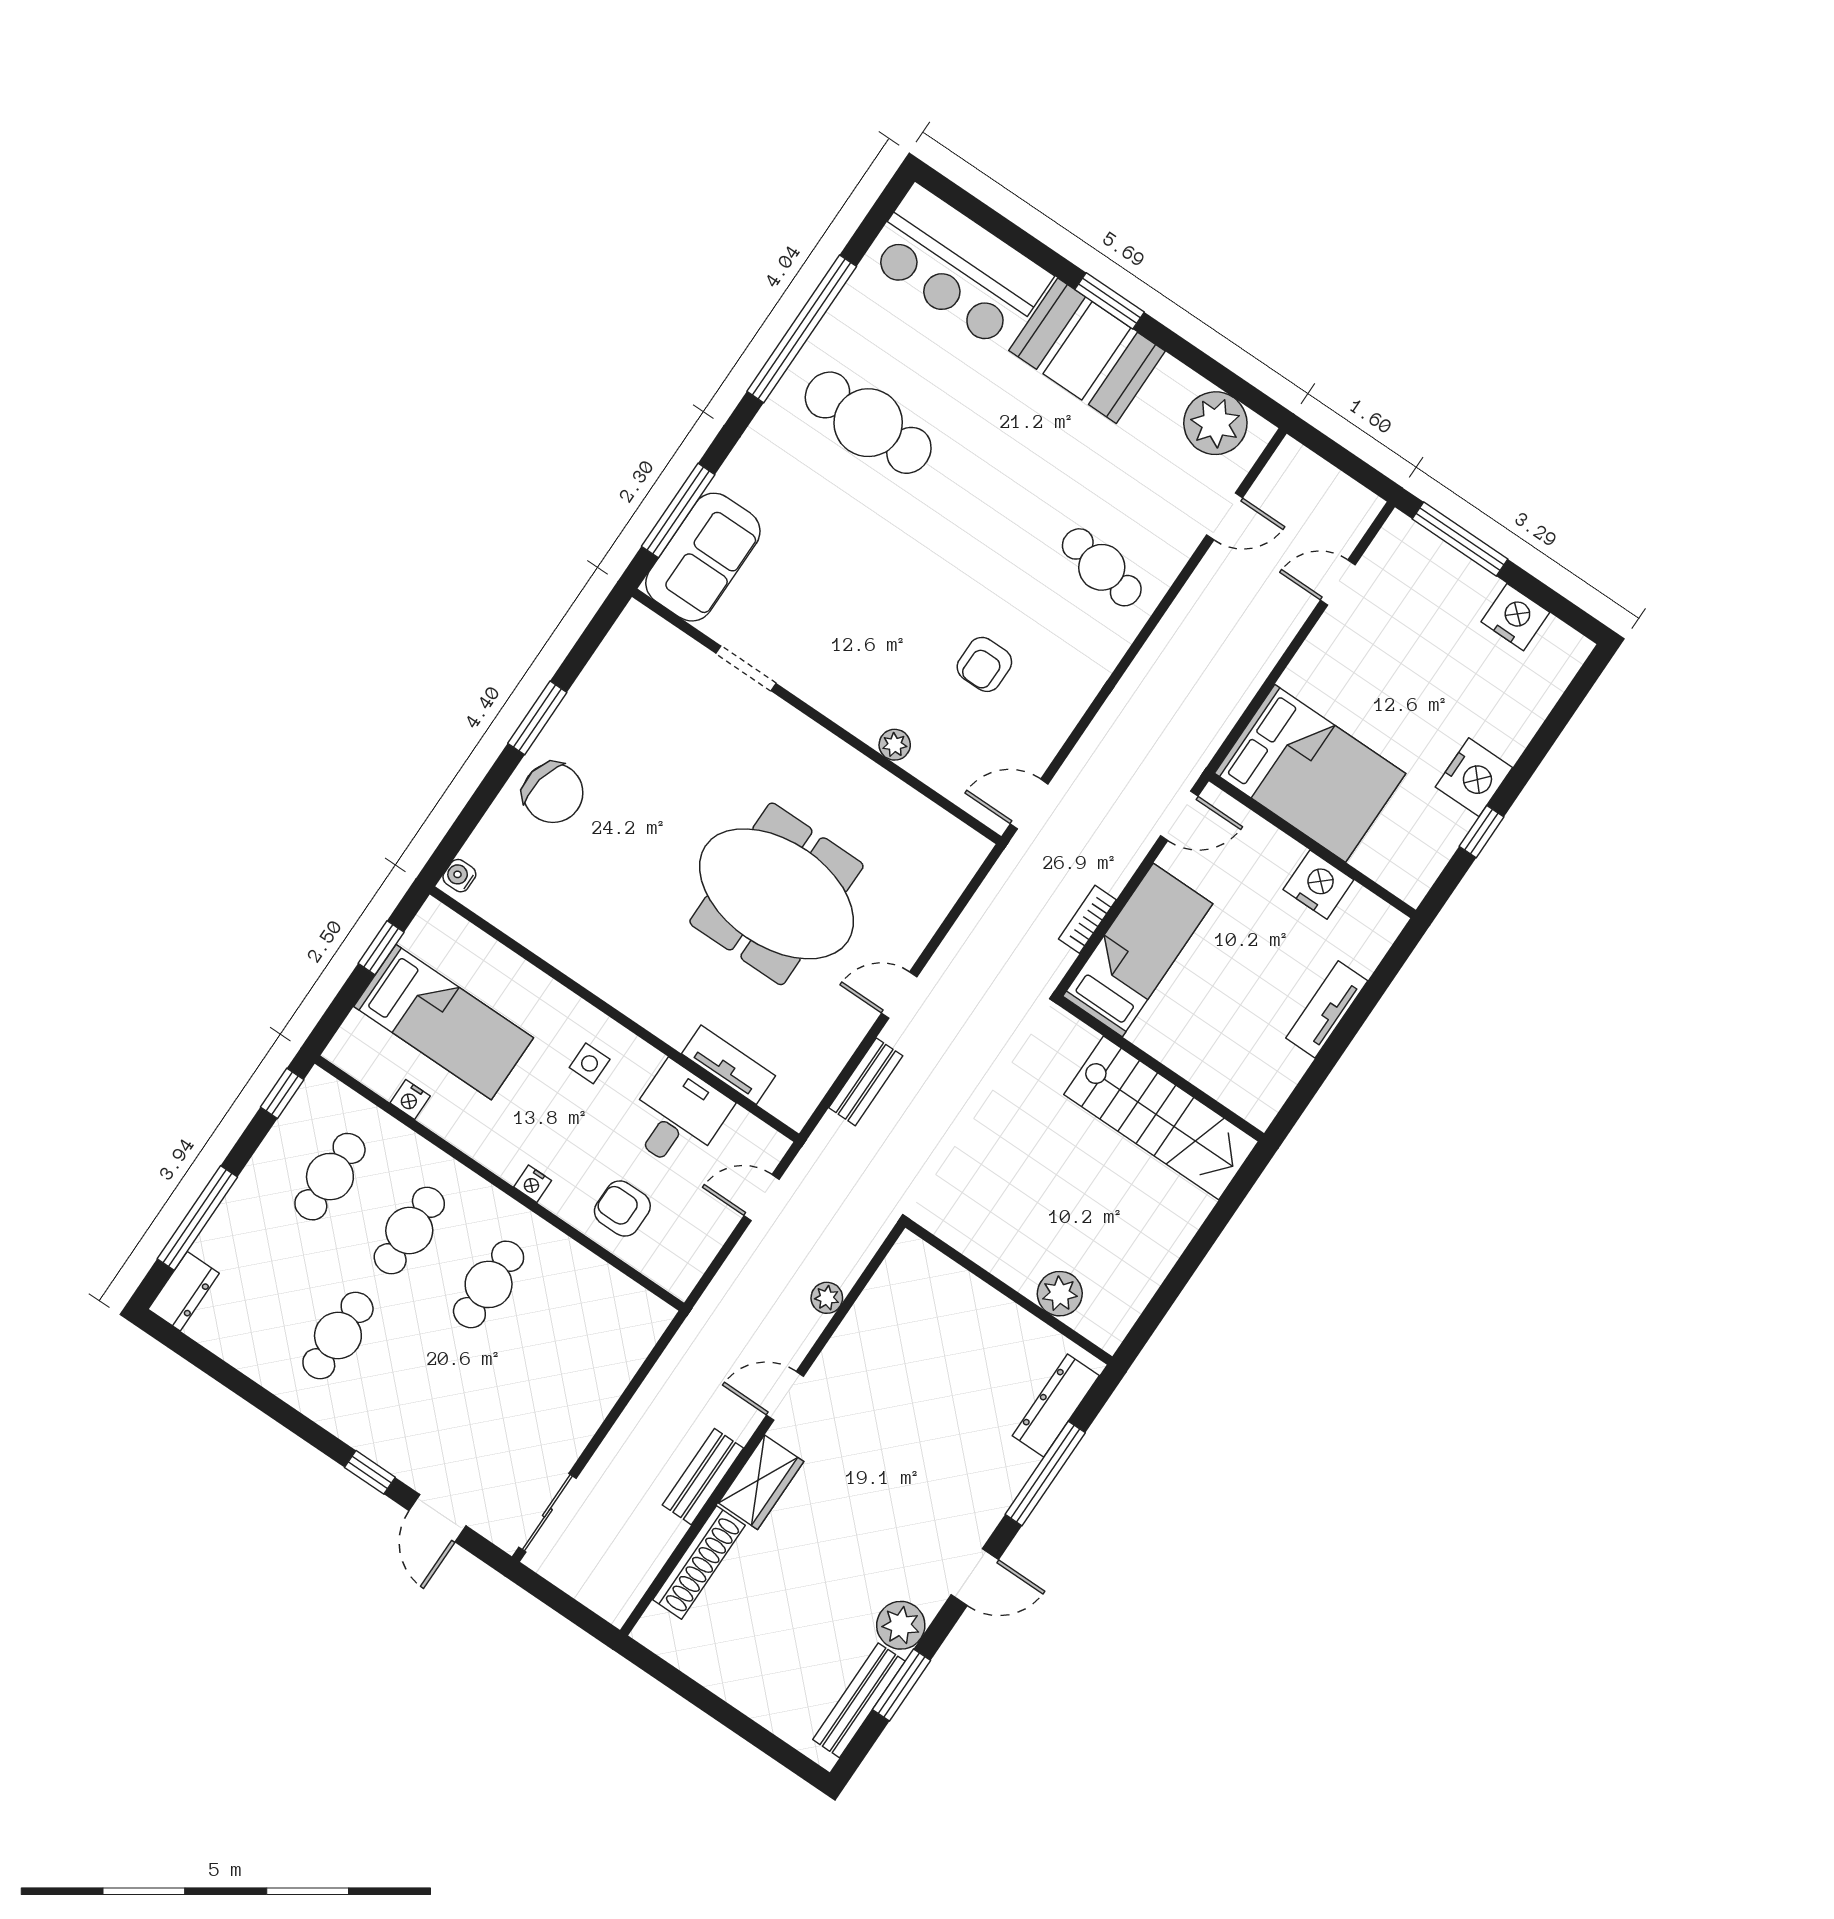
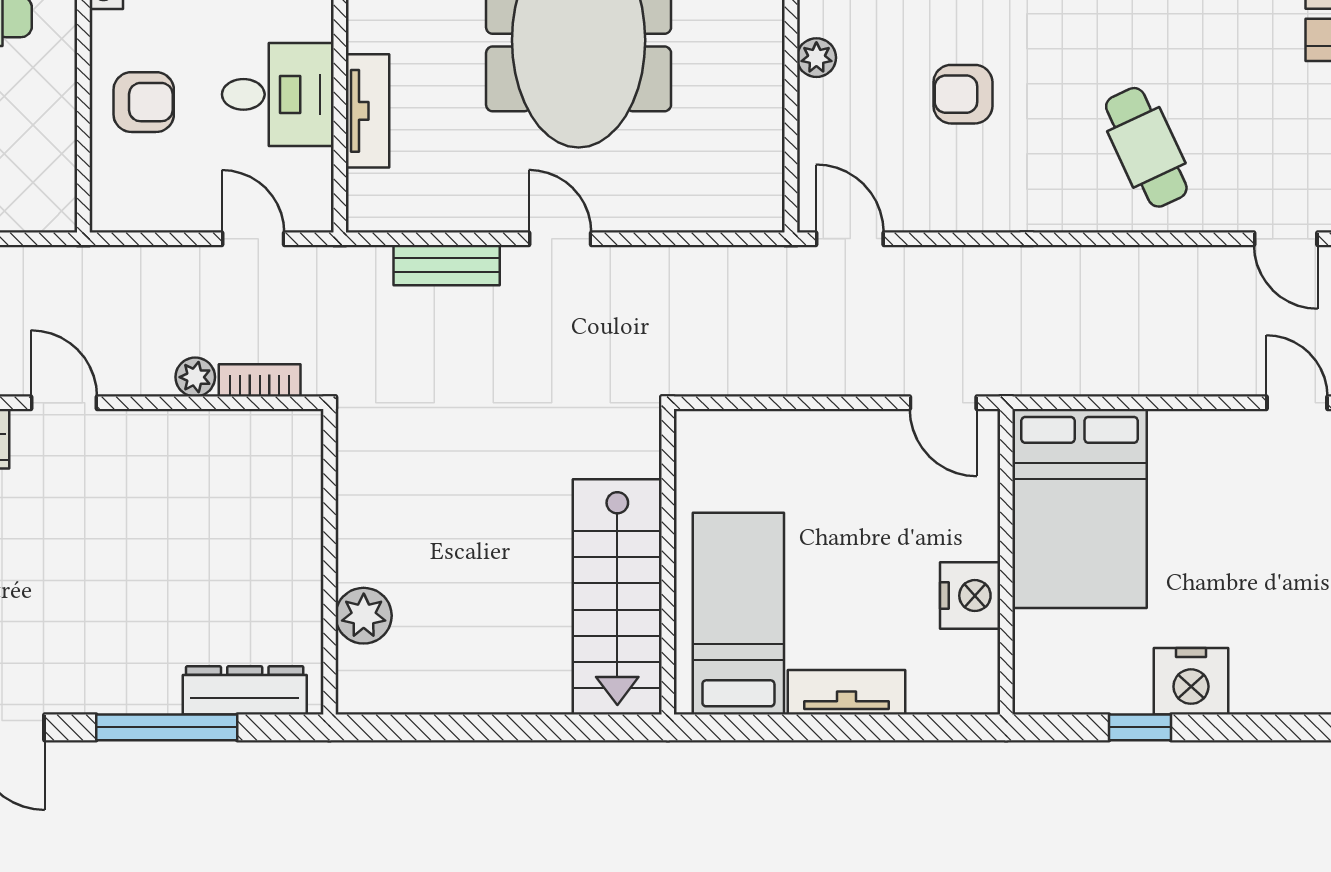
cafe table: (1102, 567) -> (1146, 147), turned -35
bookcase: (1087, 919) -> (260, 380), moved
bed: (1138, 950) -> (738, 614), moved, turned -90
armchair: (622, 1209) -> (144, 102), turned 90

